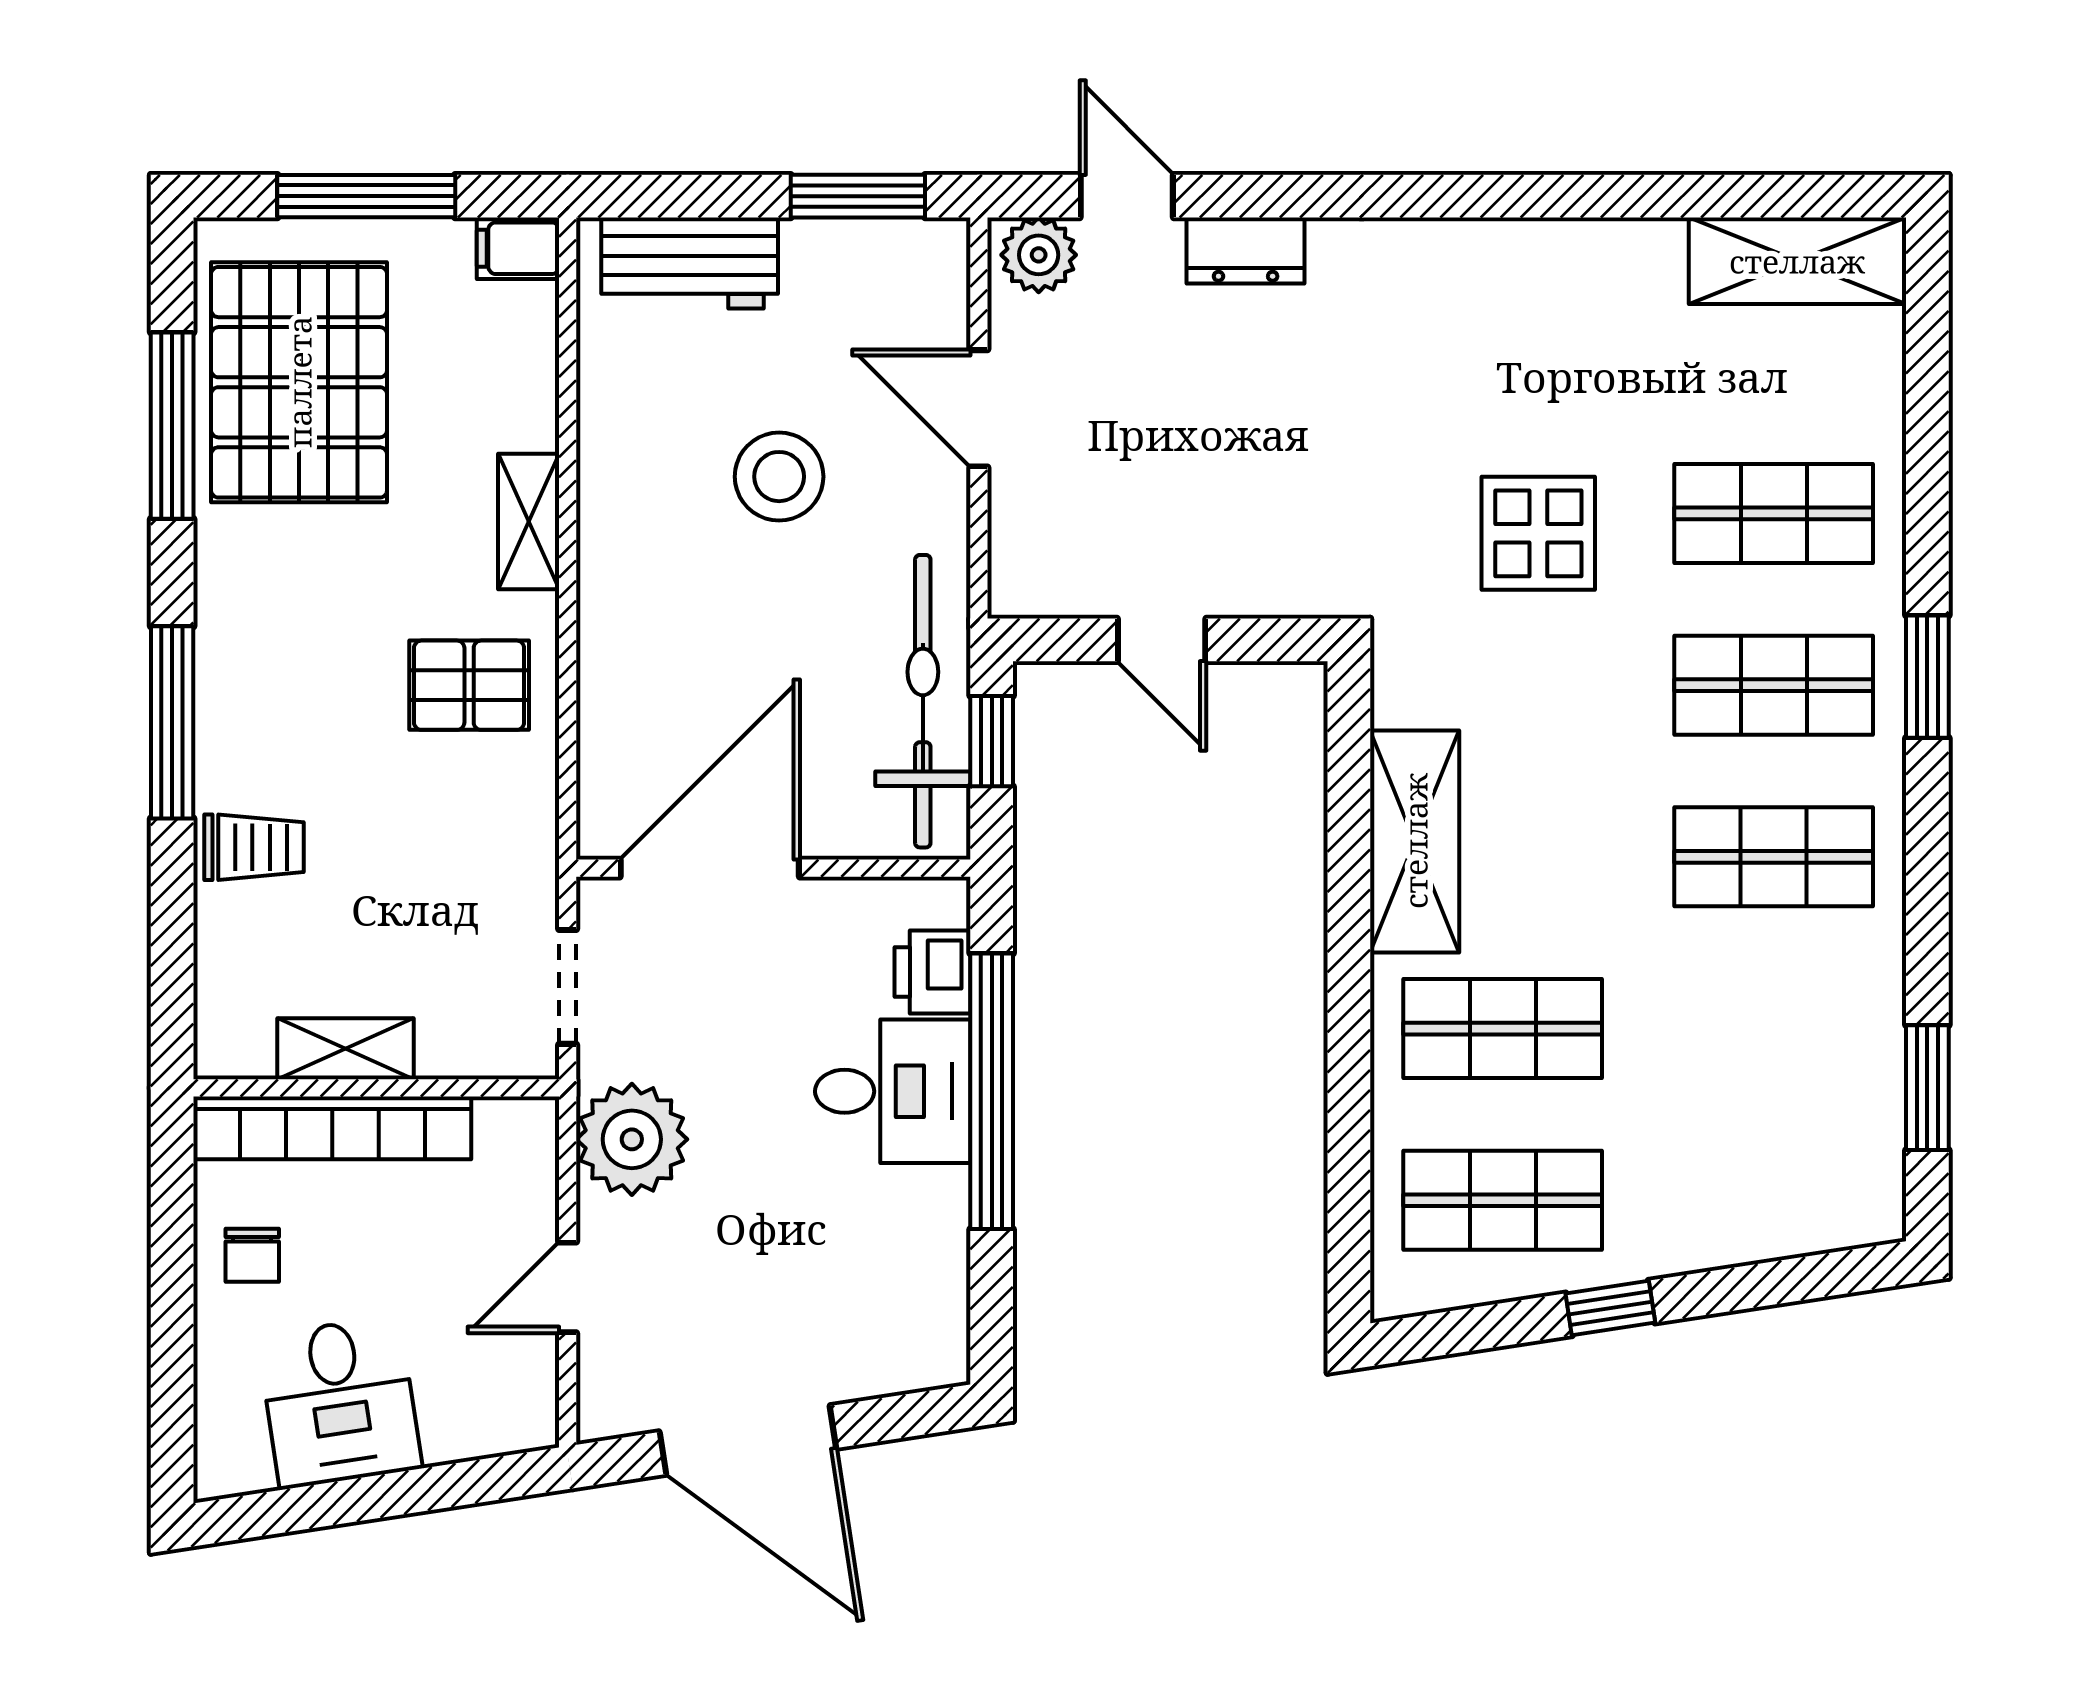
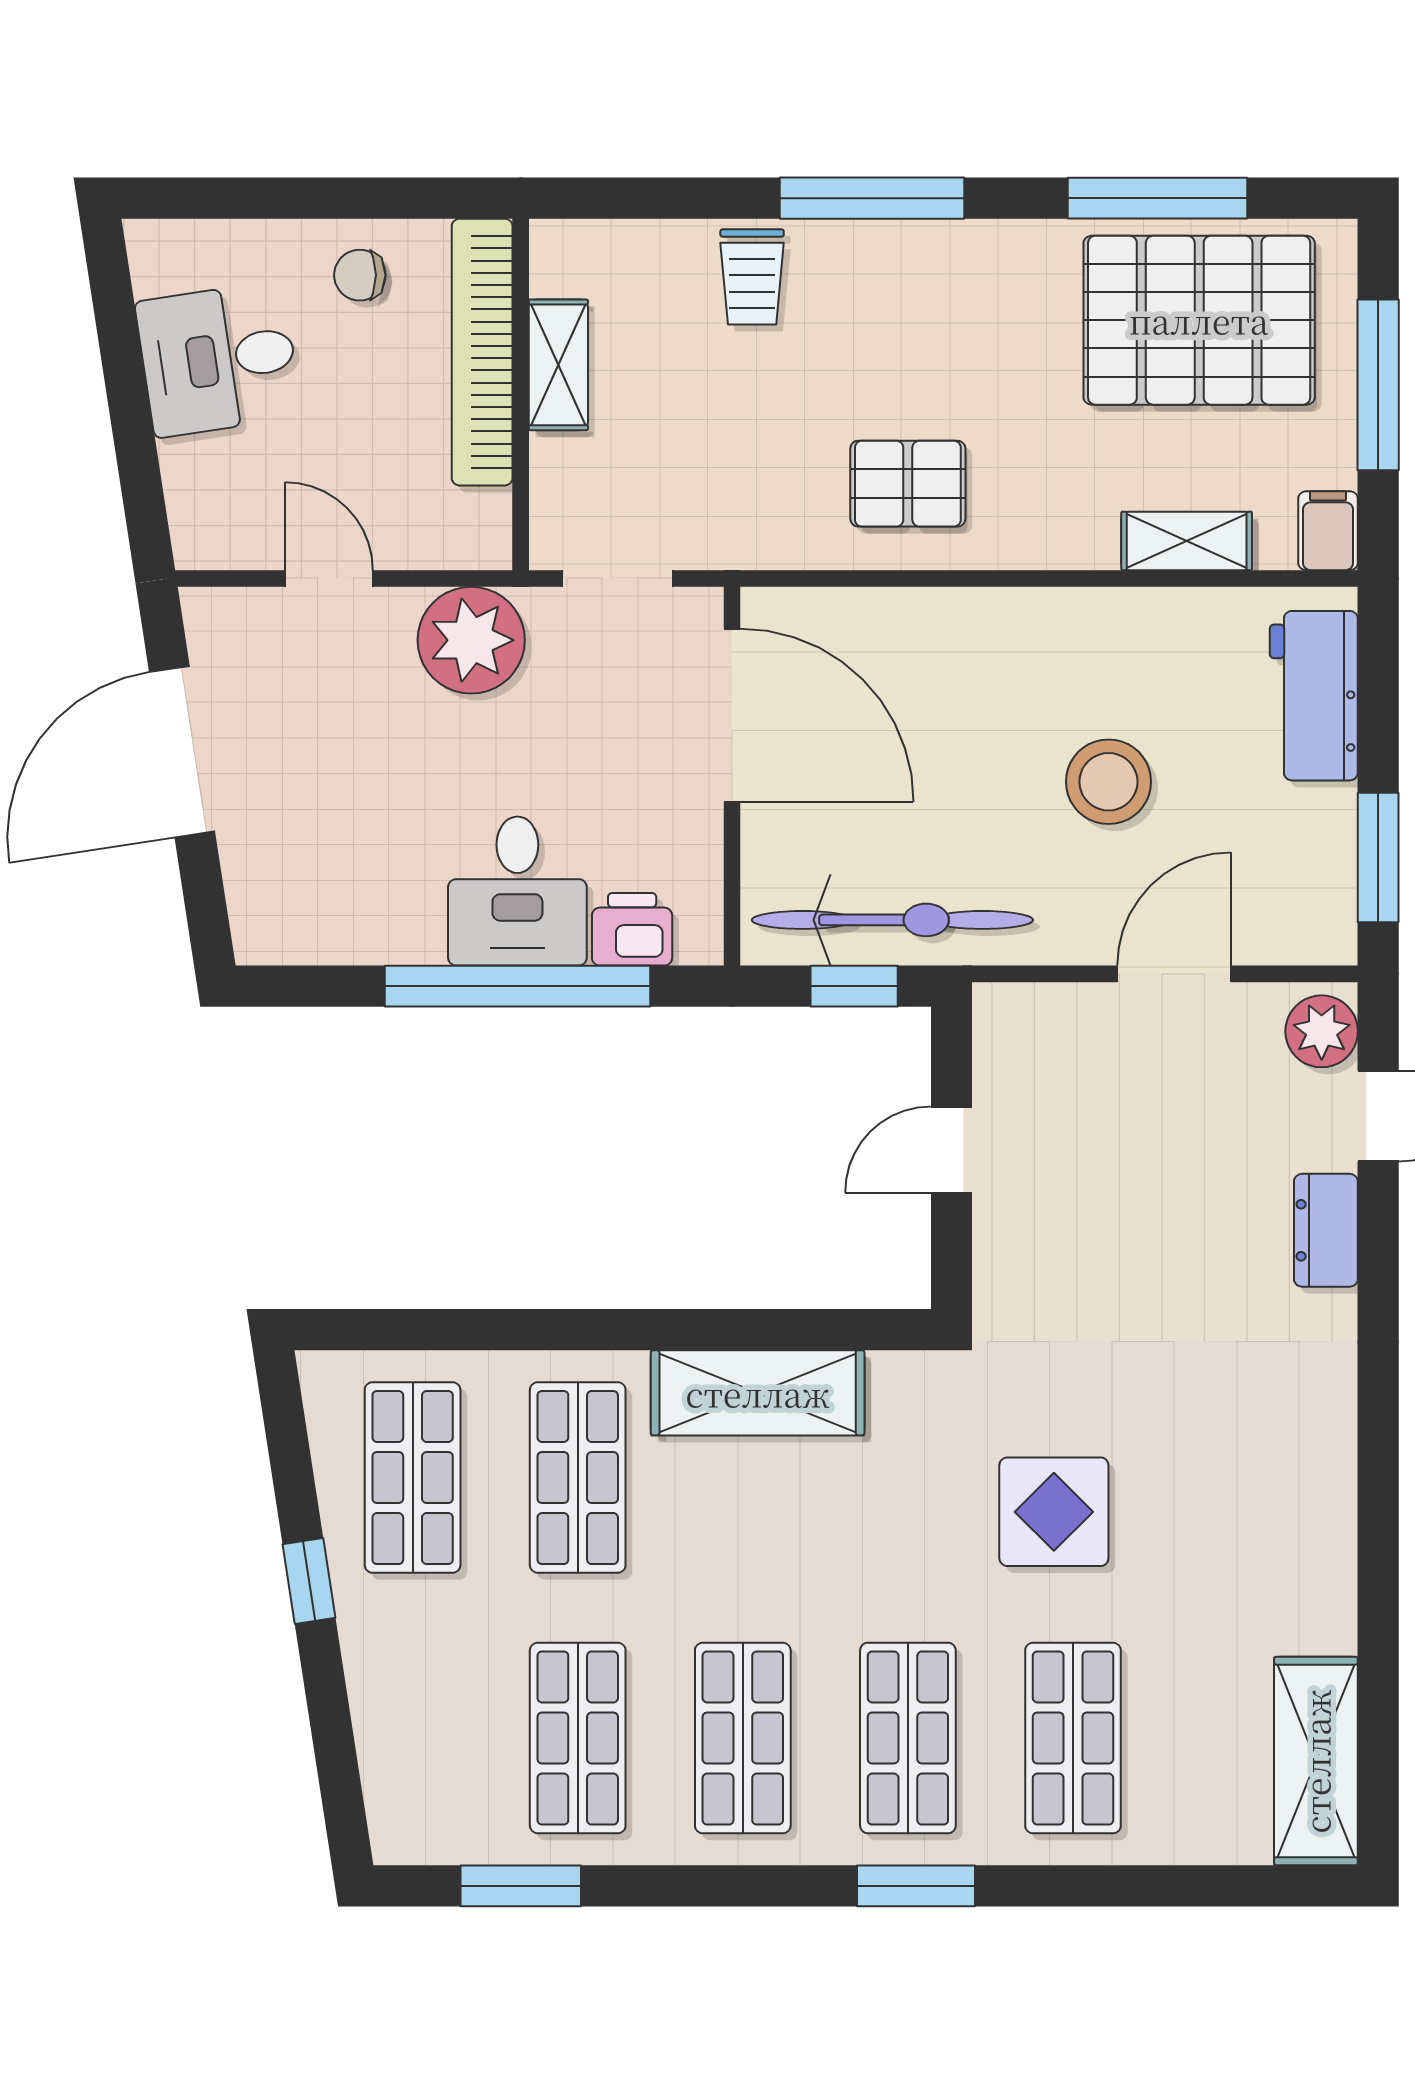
shelving: (529, 522) -> (1187, 541), moved
pallet: (469, 685) -> (908, 484), turned 90
shop shelf: (1774, 1029) -> (578, 1738), added

